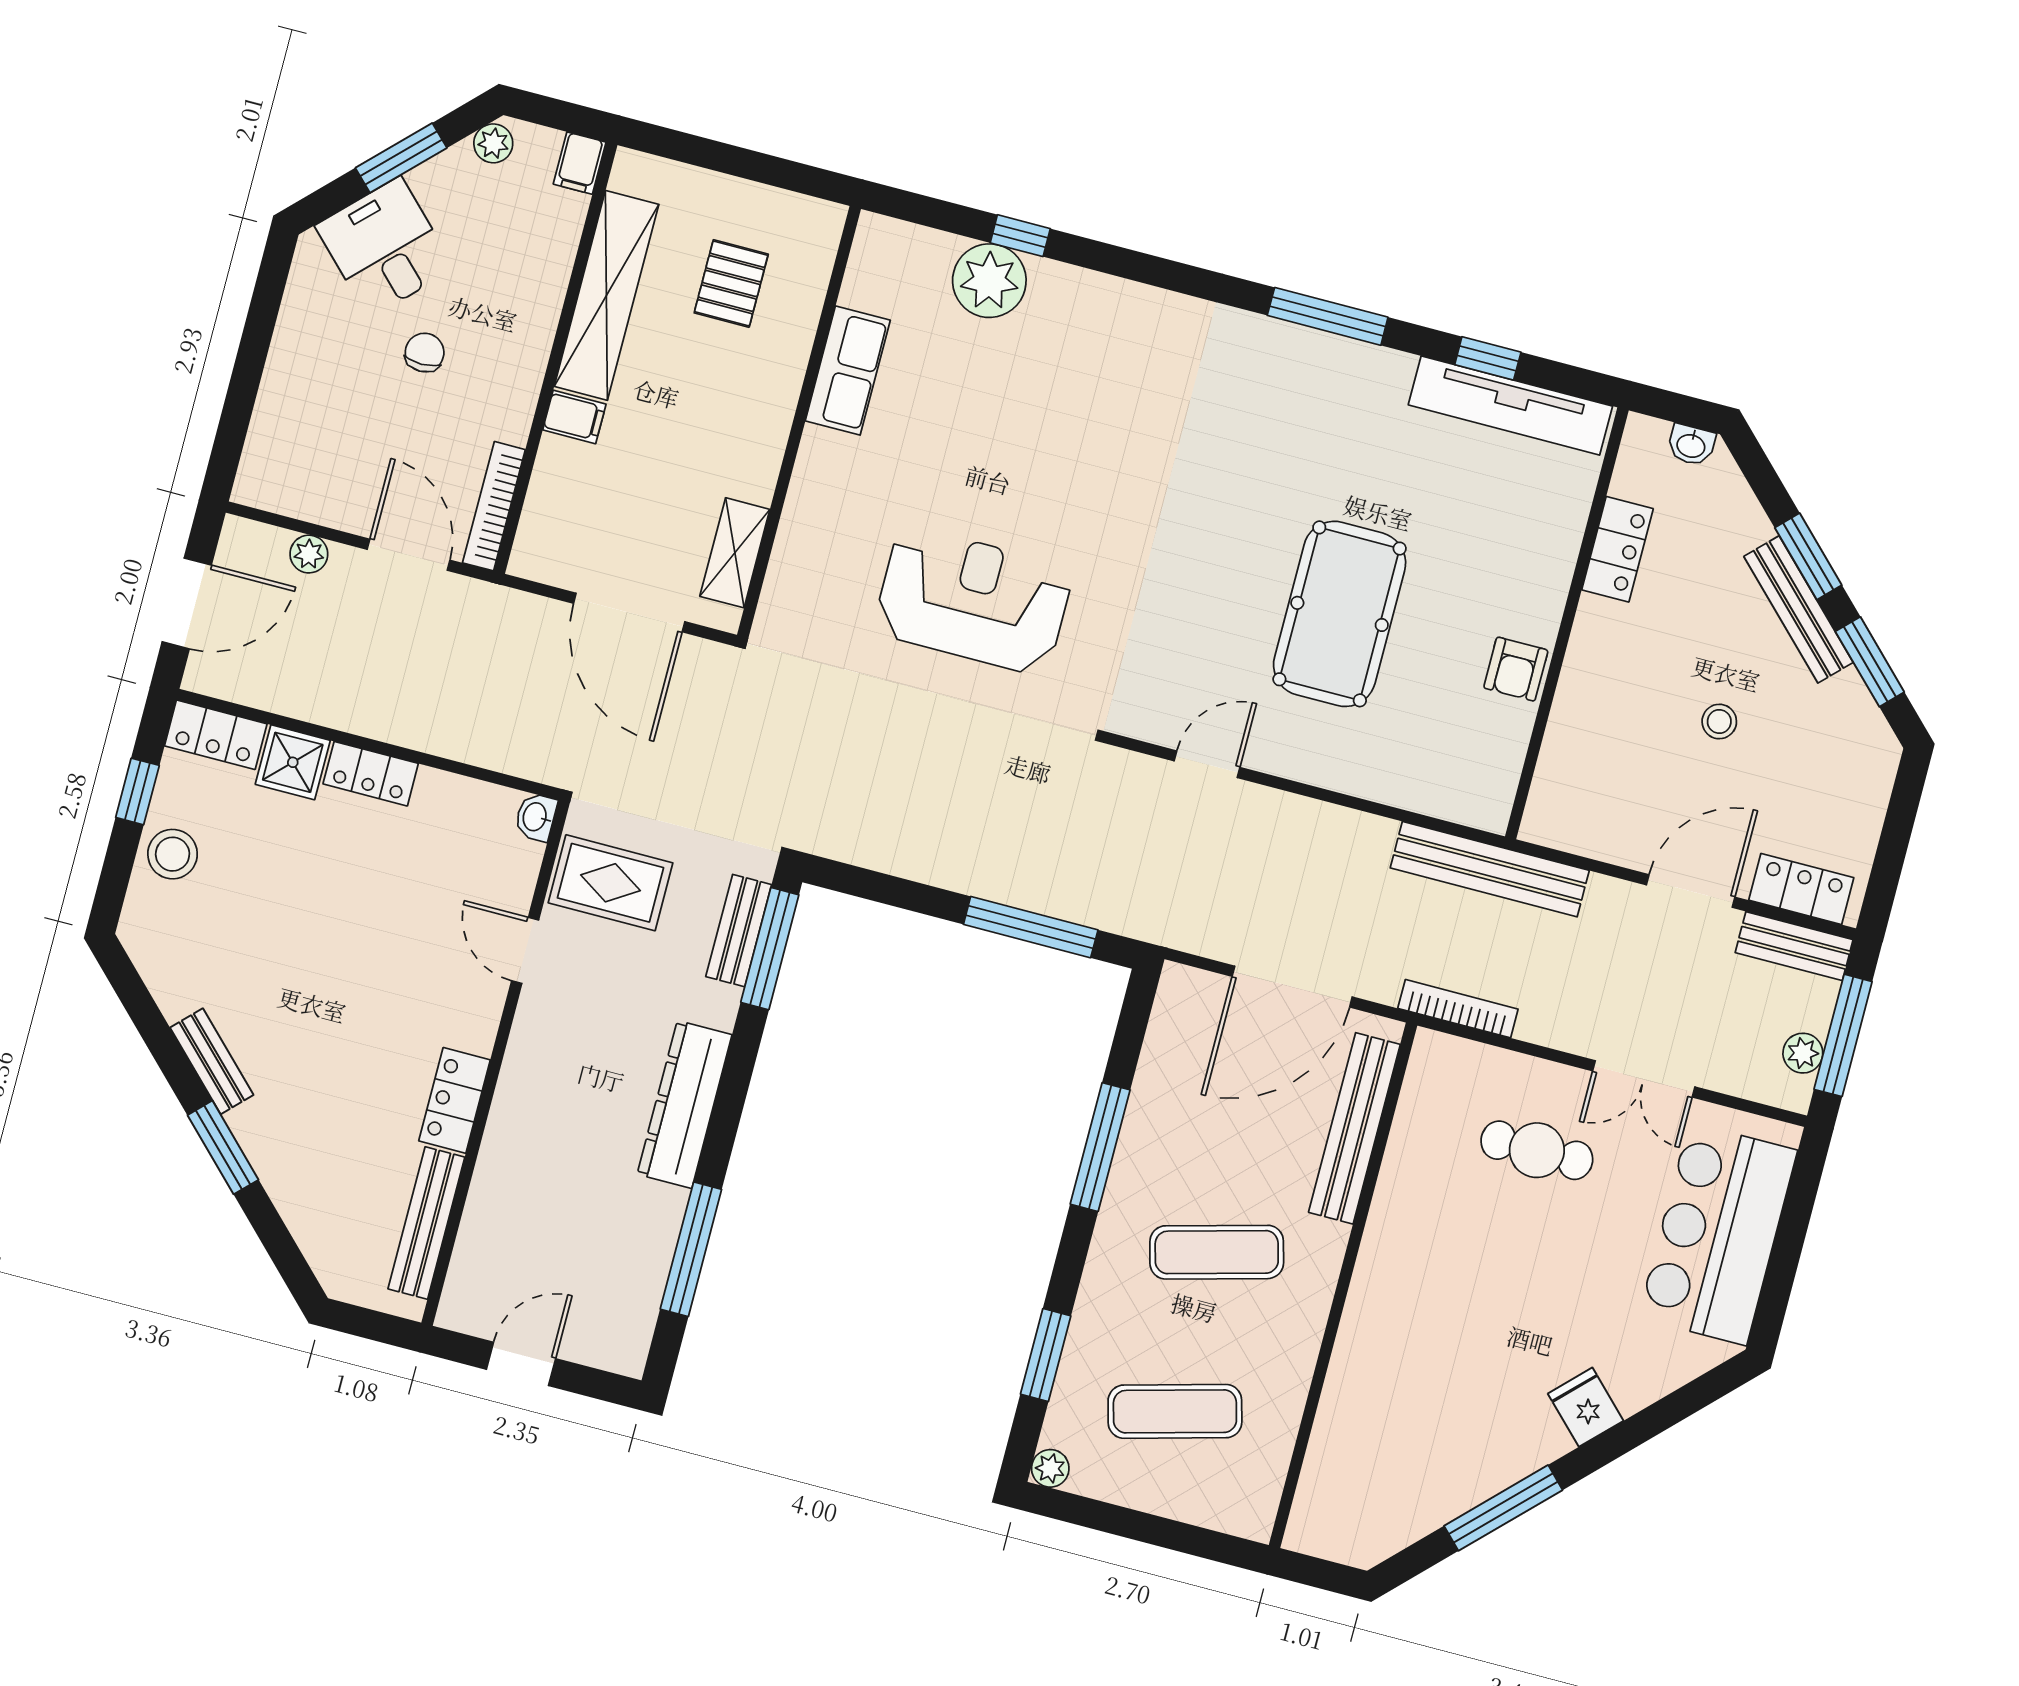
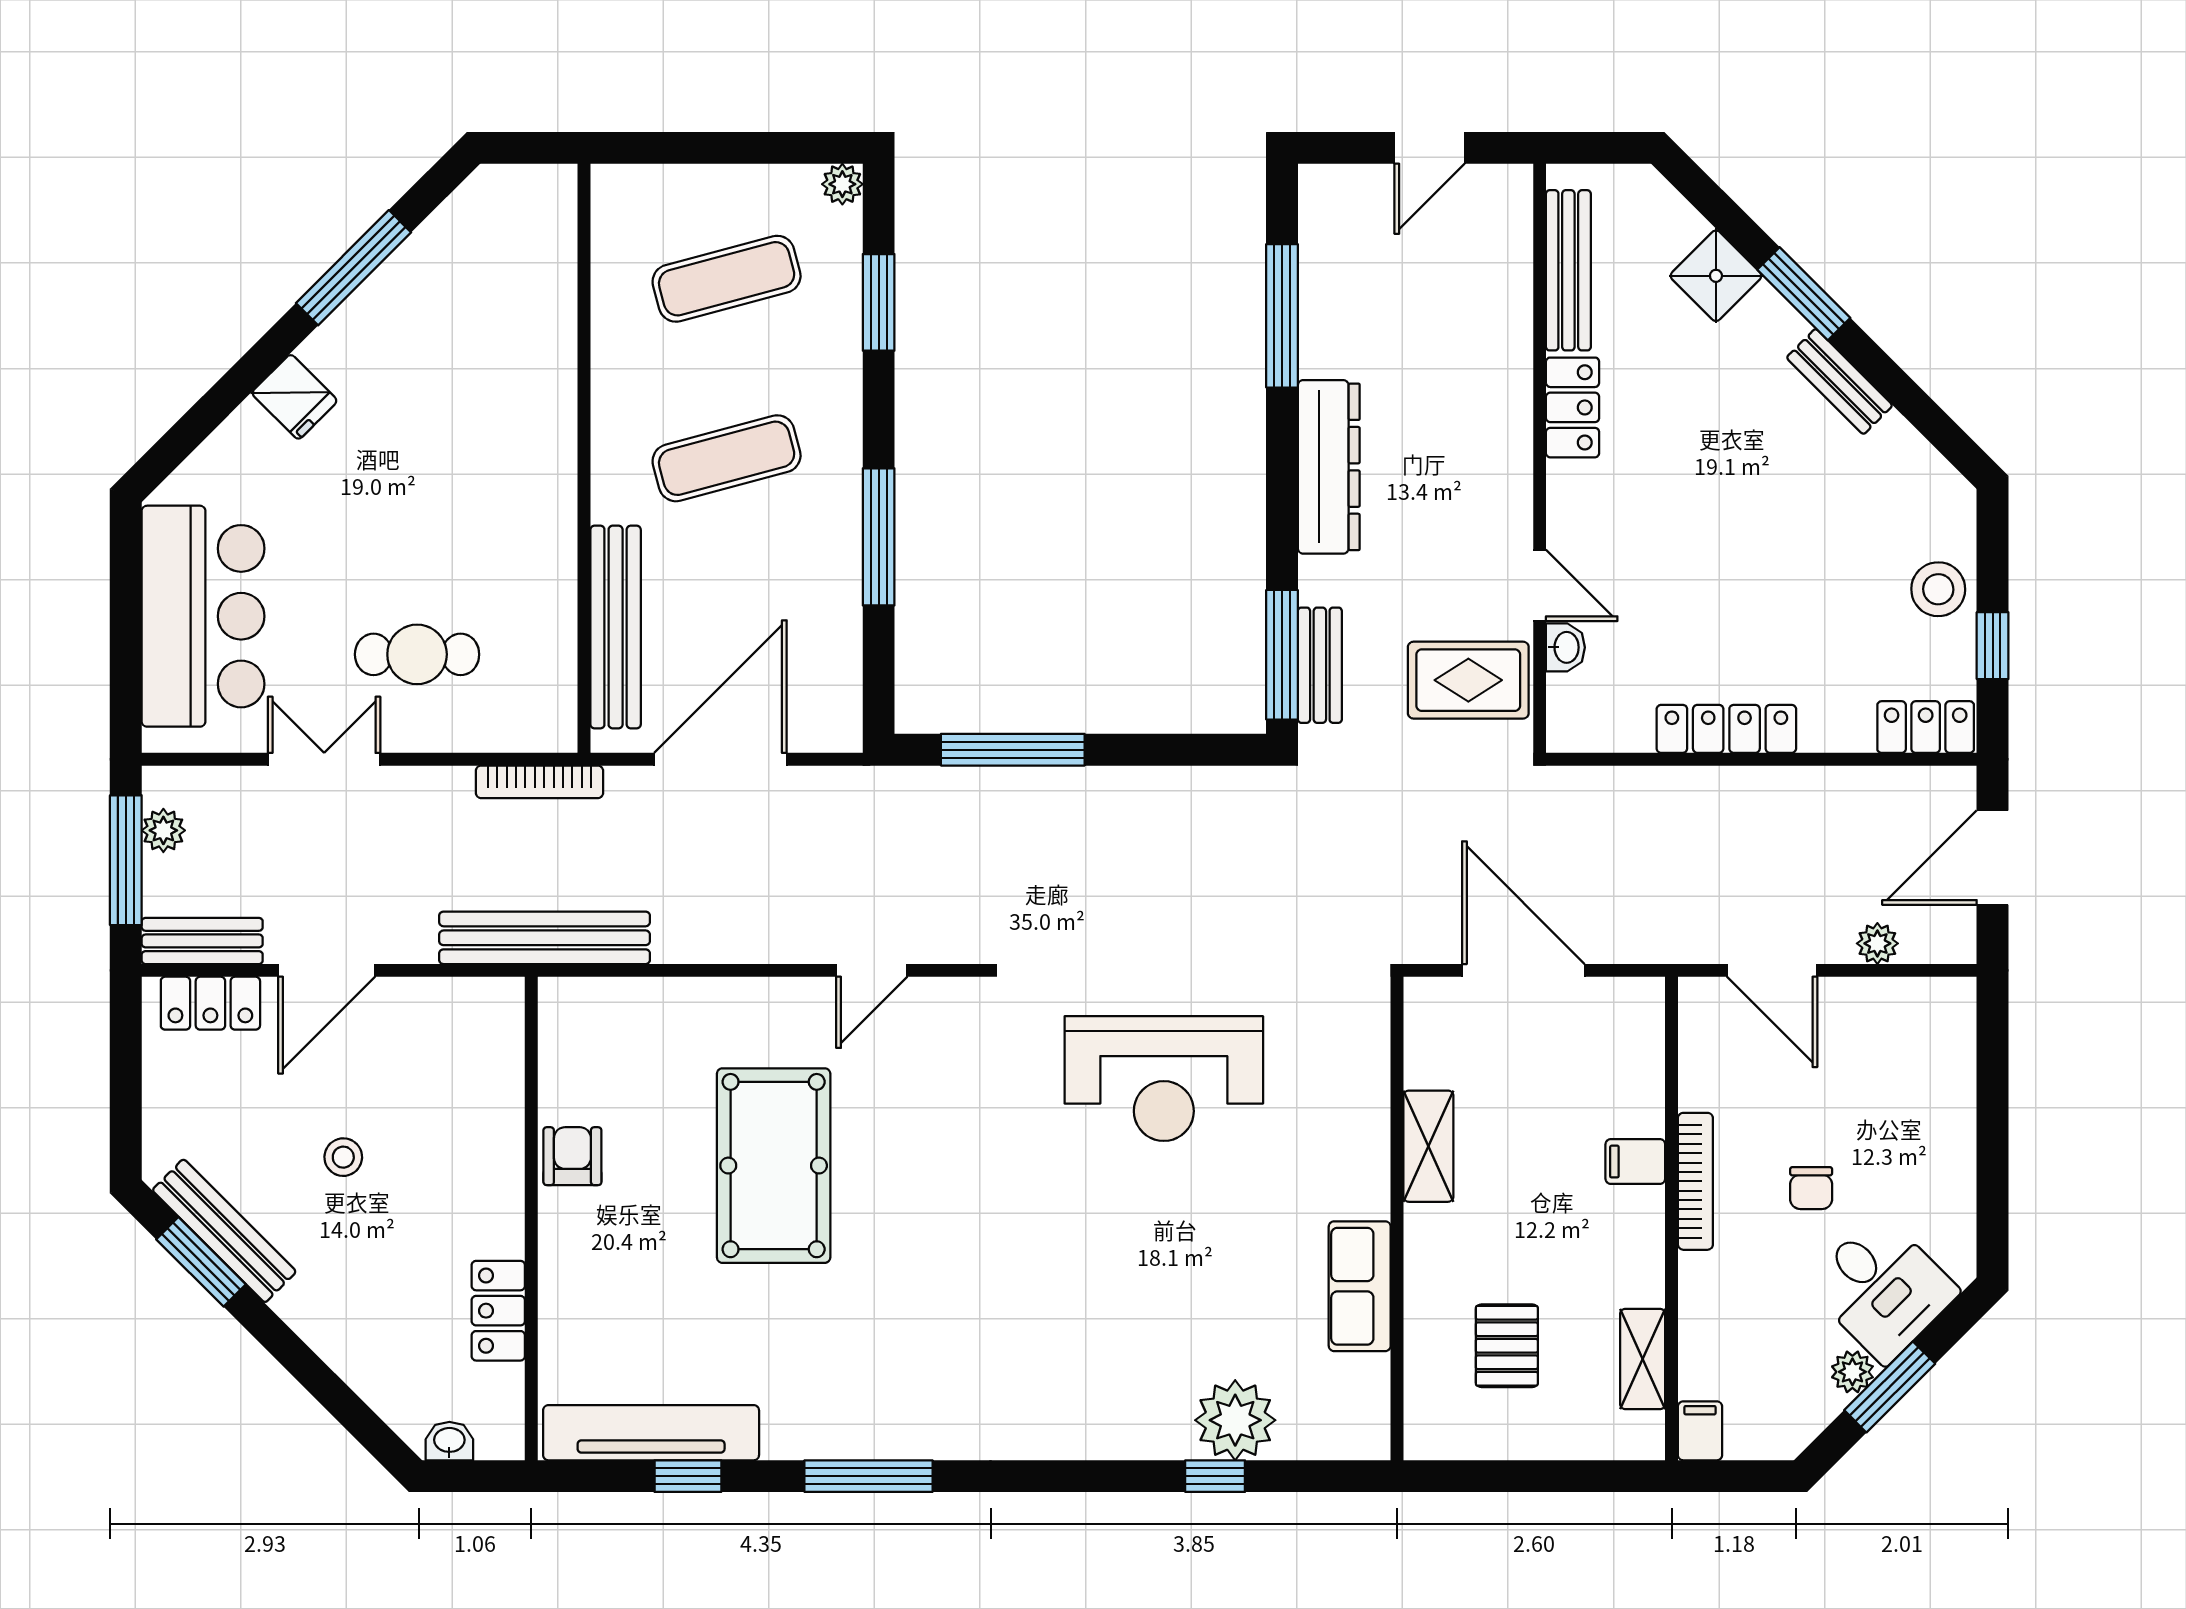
plant: (493, 143) -> (1852, 1372), moved
shelving: (606, 295) -> (1643, 1359), width x0.45, depth x0.75
bookcase: (494, 506) -> (1695, 1181), moved
shelving: (735, 553) -> (1428, 1146), moved
window: (1808, 556) -> (295, 1356), removed
bench: (1799, 609) -> (224, 1231), moved
shower: (293, 762) -> (1716, 276), moved, turned 45
locker: (371, 774) -> (1726, 729), width x1.53
washbasin: (536, 817) -> (1565, 647), moved

